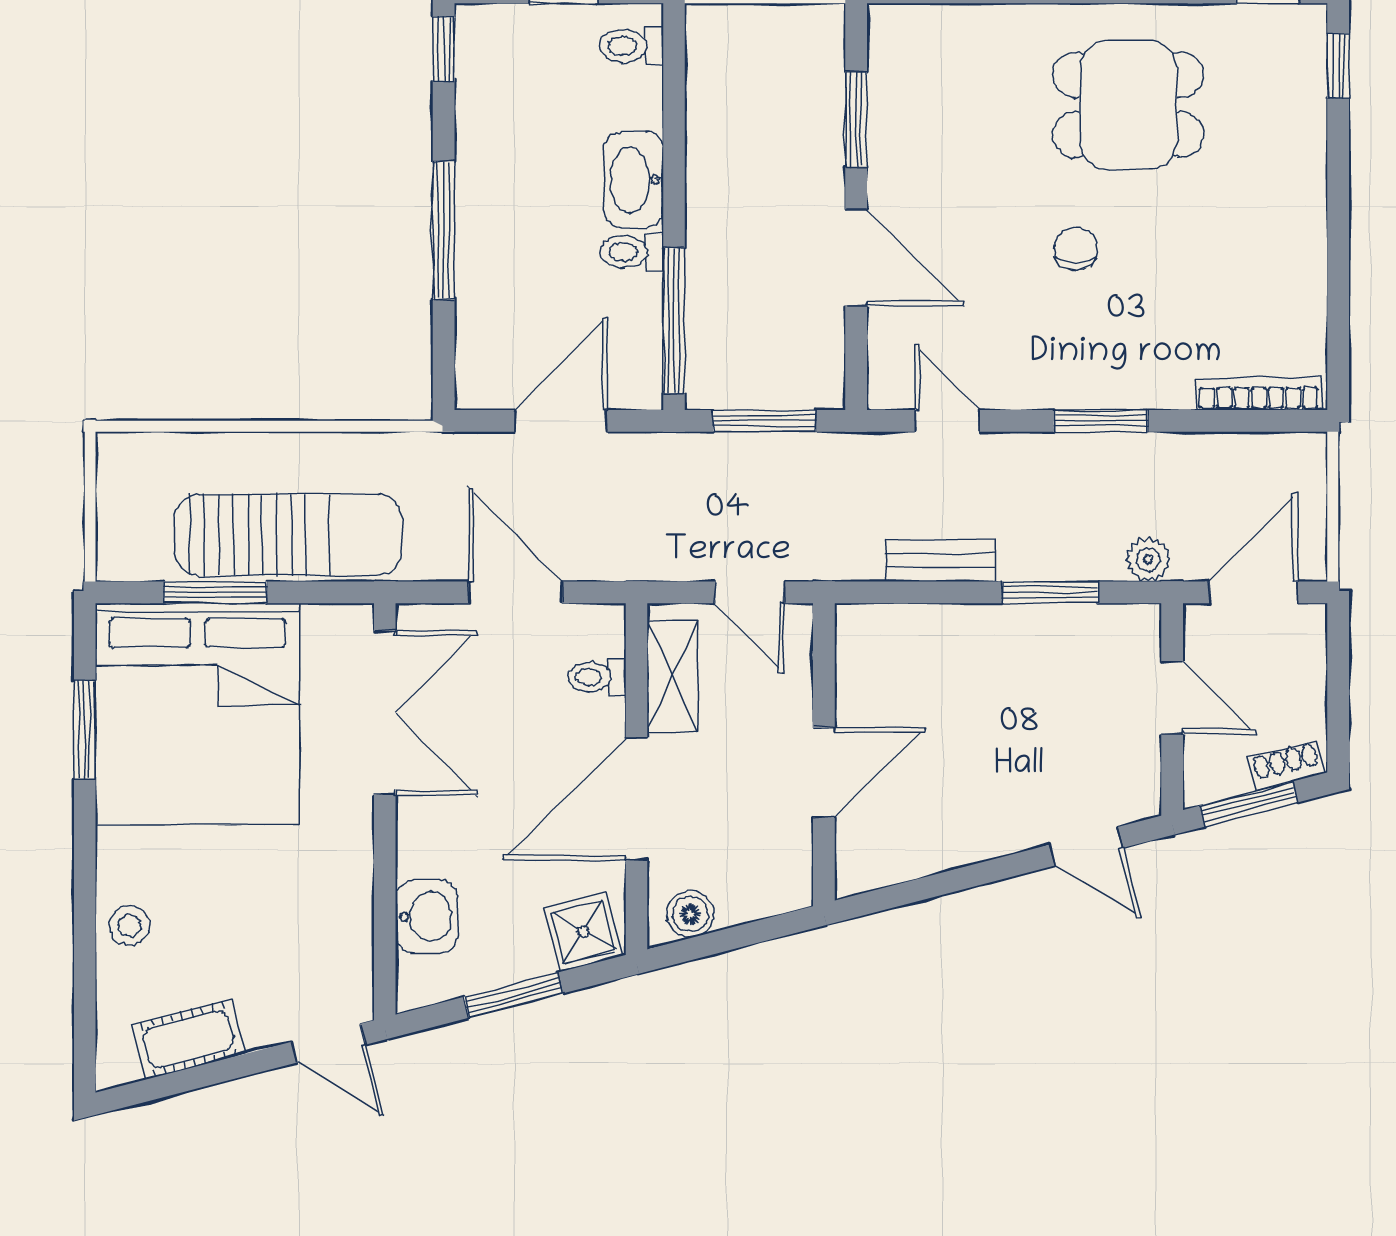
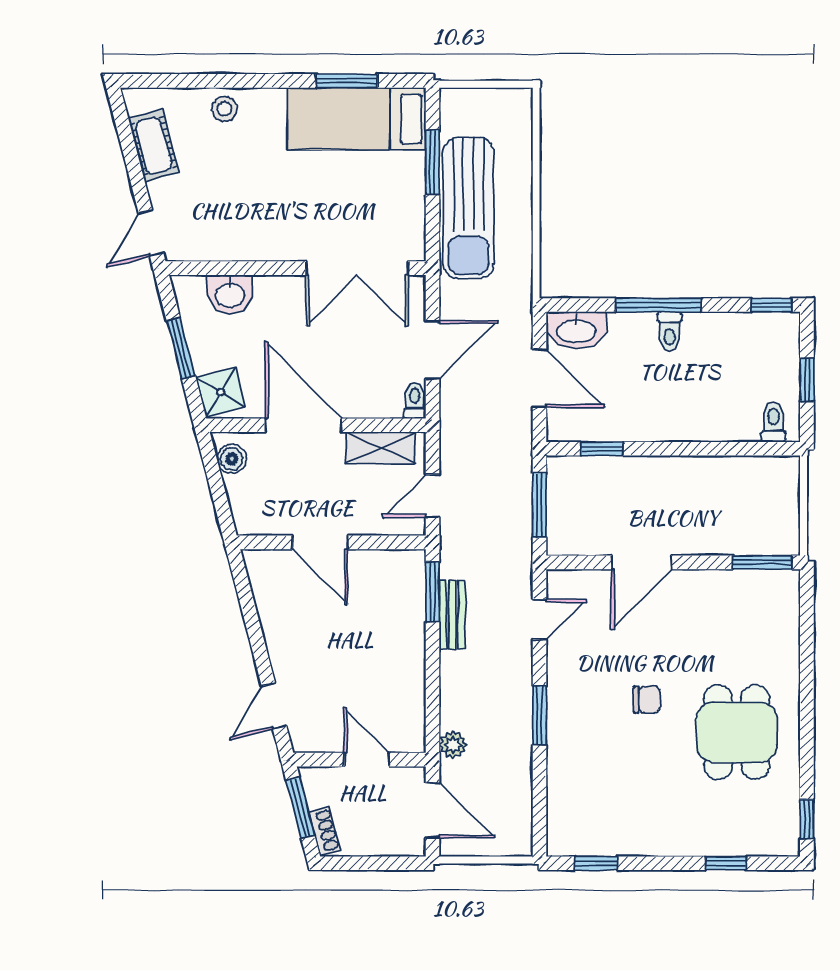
window: (1338, 66) -> (726, 863), moved
window: (856, 119) -> (762, 562), moved
washbasin: (634, 180) -> (576, 330), moved, turned 180
toilet: (632, 252) -> (670, 331), moved, turned 180
window: (674, 321) -> (602, 449), width x0.46
window: (1338, 330) -> (596, 863), added
bookcase: (1259, 394) -> (556, 814), removed
window: (1050, 592) -> (432, 592), moved
toilet: (597, 677) -> (415, 401), moved
door: (1172, 698) -> (367, 760), swing flipped
bed: (197, 714) -> (357, 119), width x0.49

